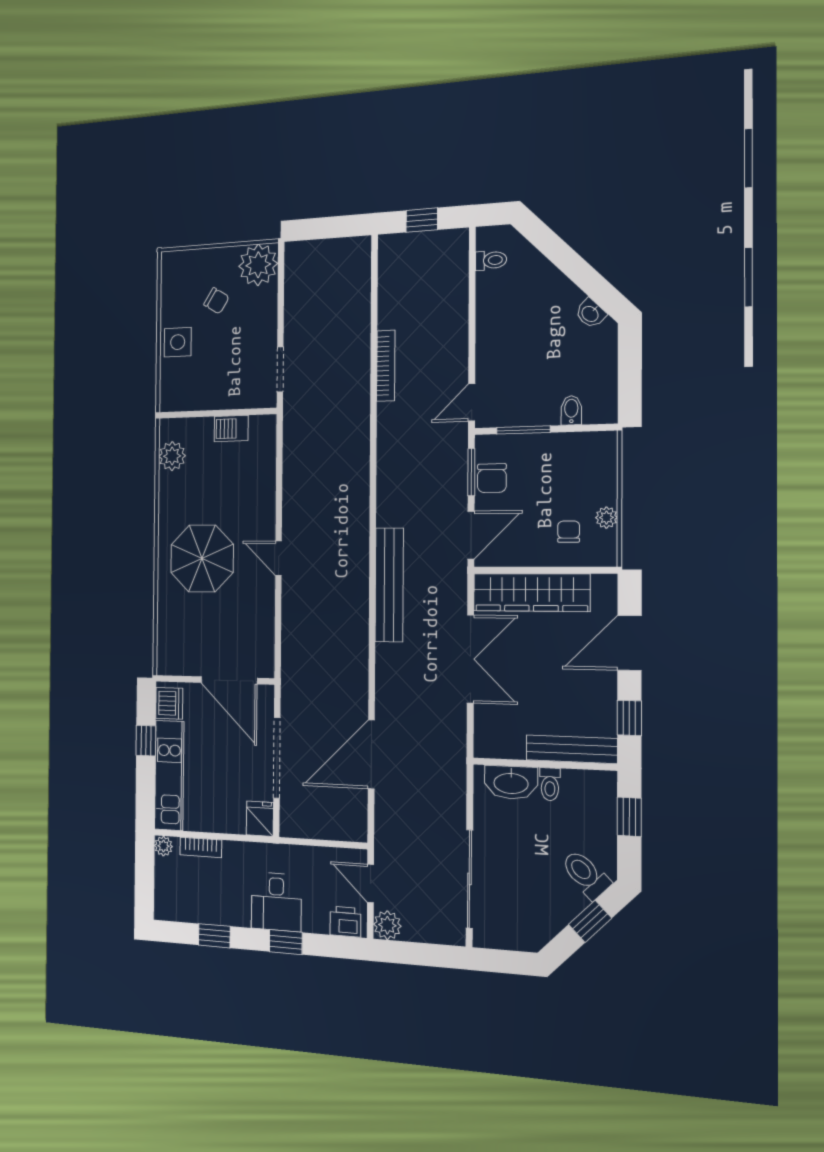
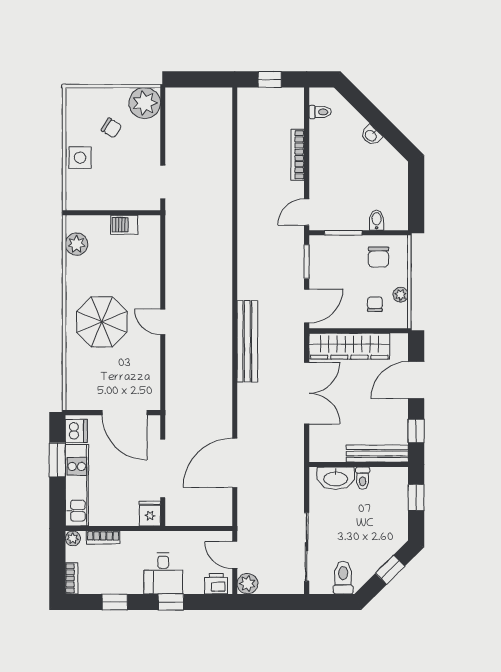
washbasin: (590, 313) -> (371, 135), moved
bookcase: (386, 366) -> (298, 155), moved, turned 180
chair: (492, 478) -> (378, 257), moved
window: (146, 741) -> (57, 460), width x1.50
toilet: (586, 875) -> (343, 578), moved, turned 45
bookcase: (161, 899) -> (72, 578), added

